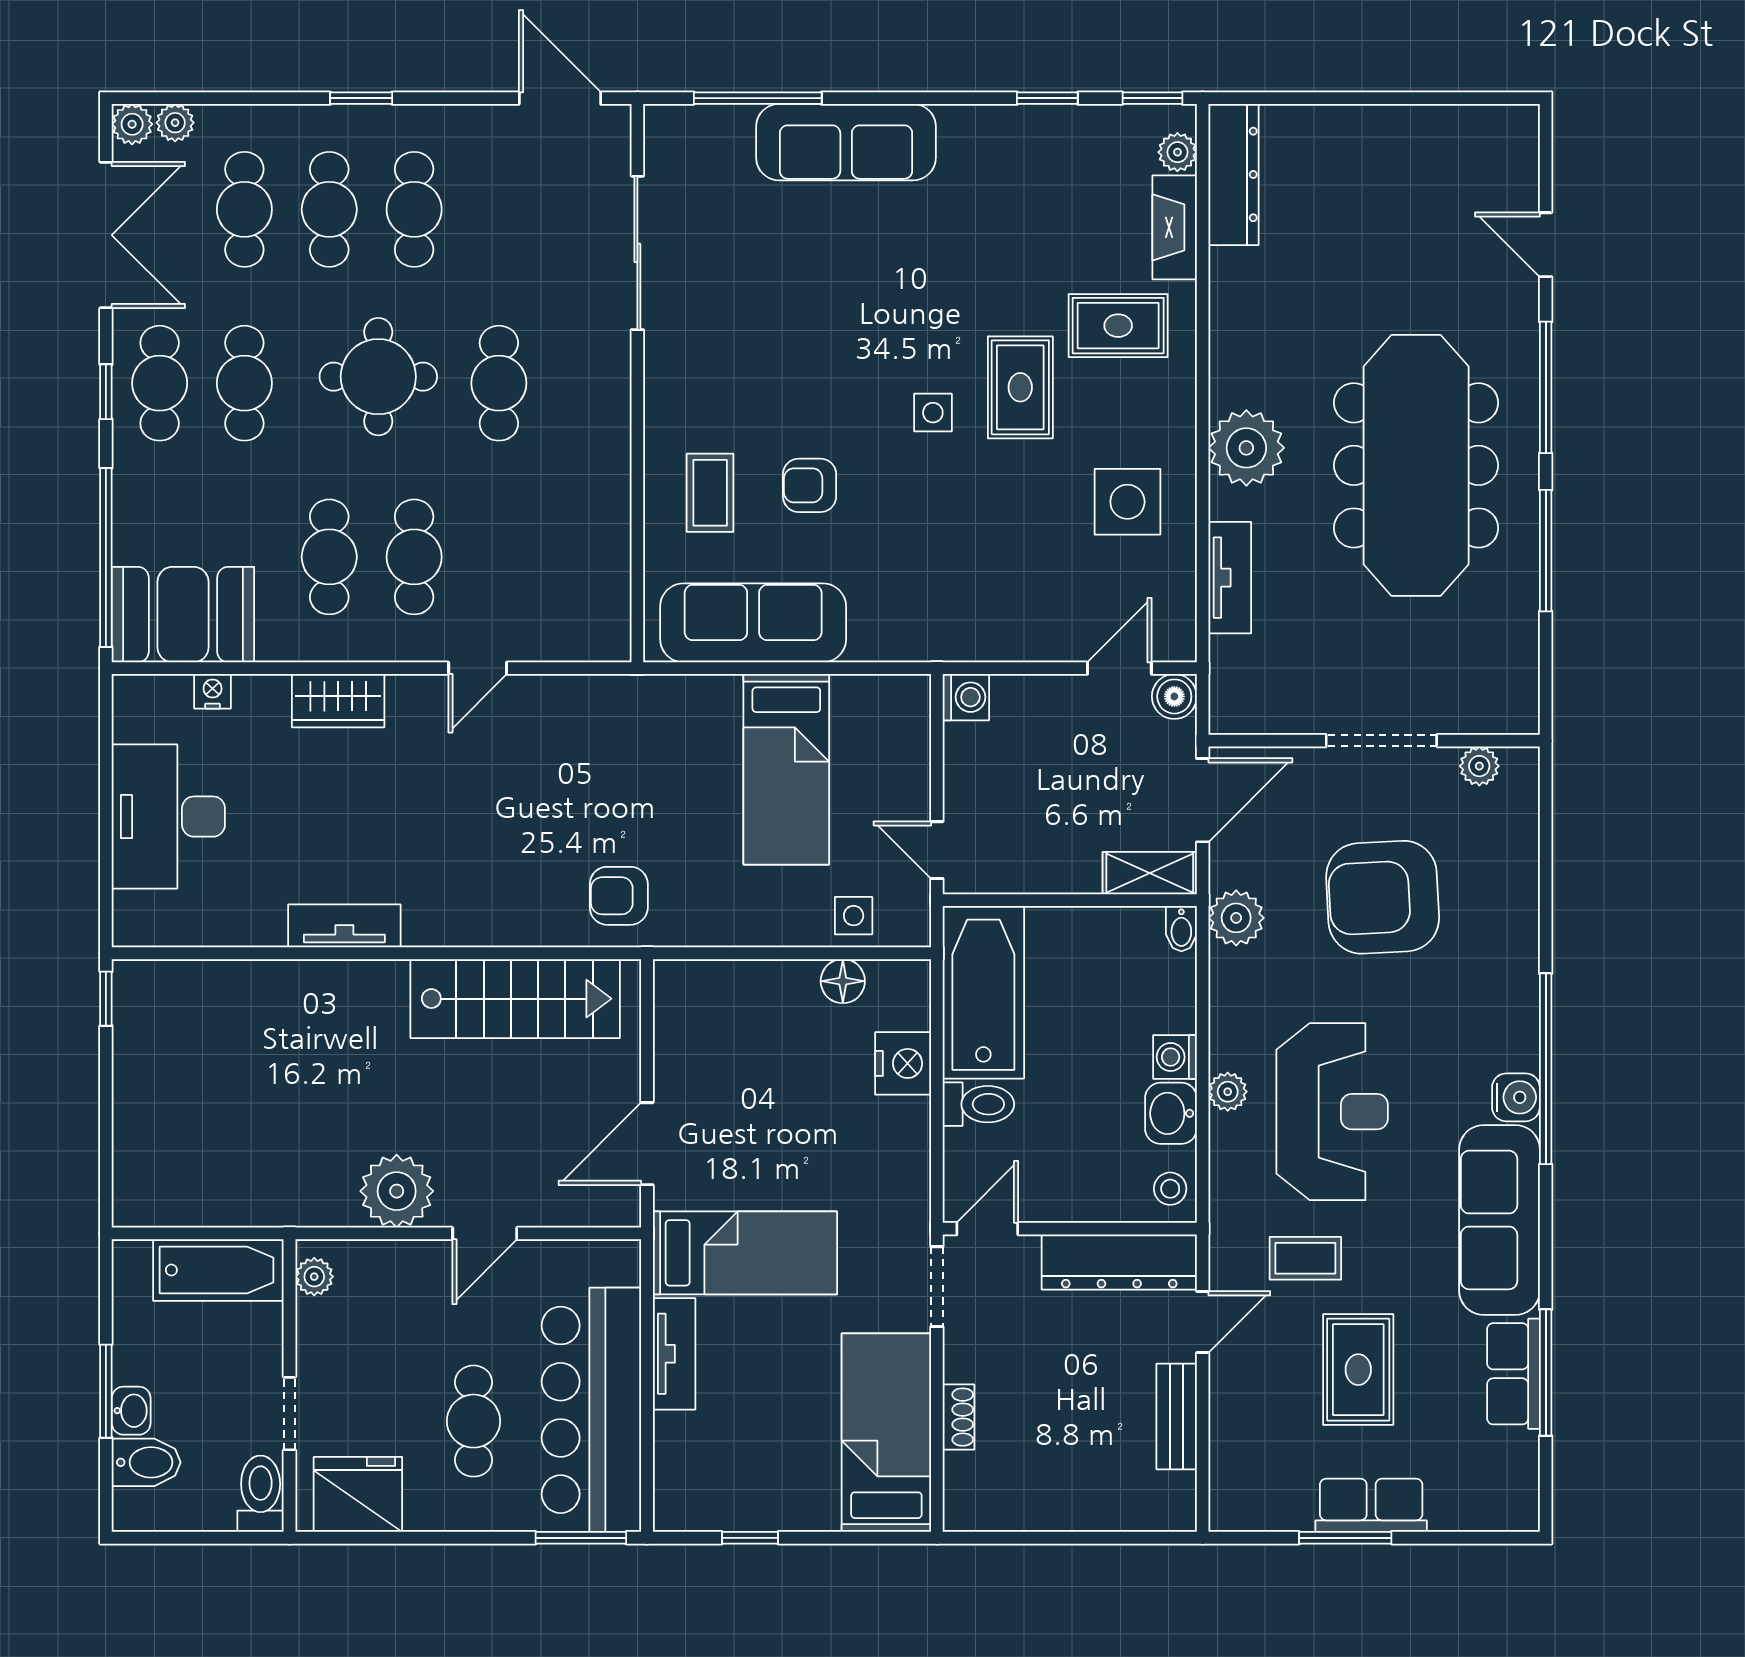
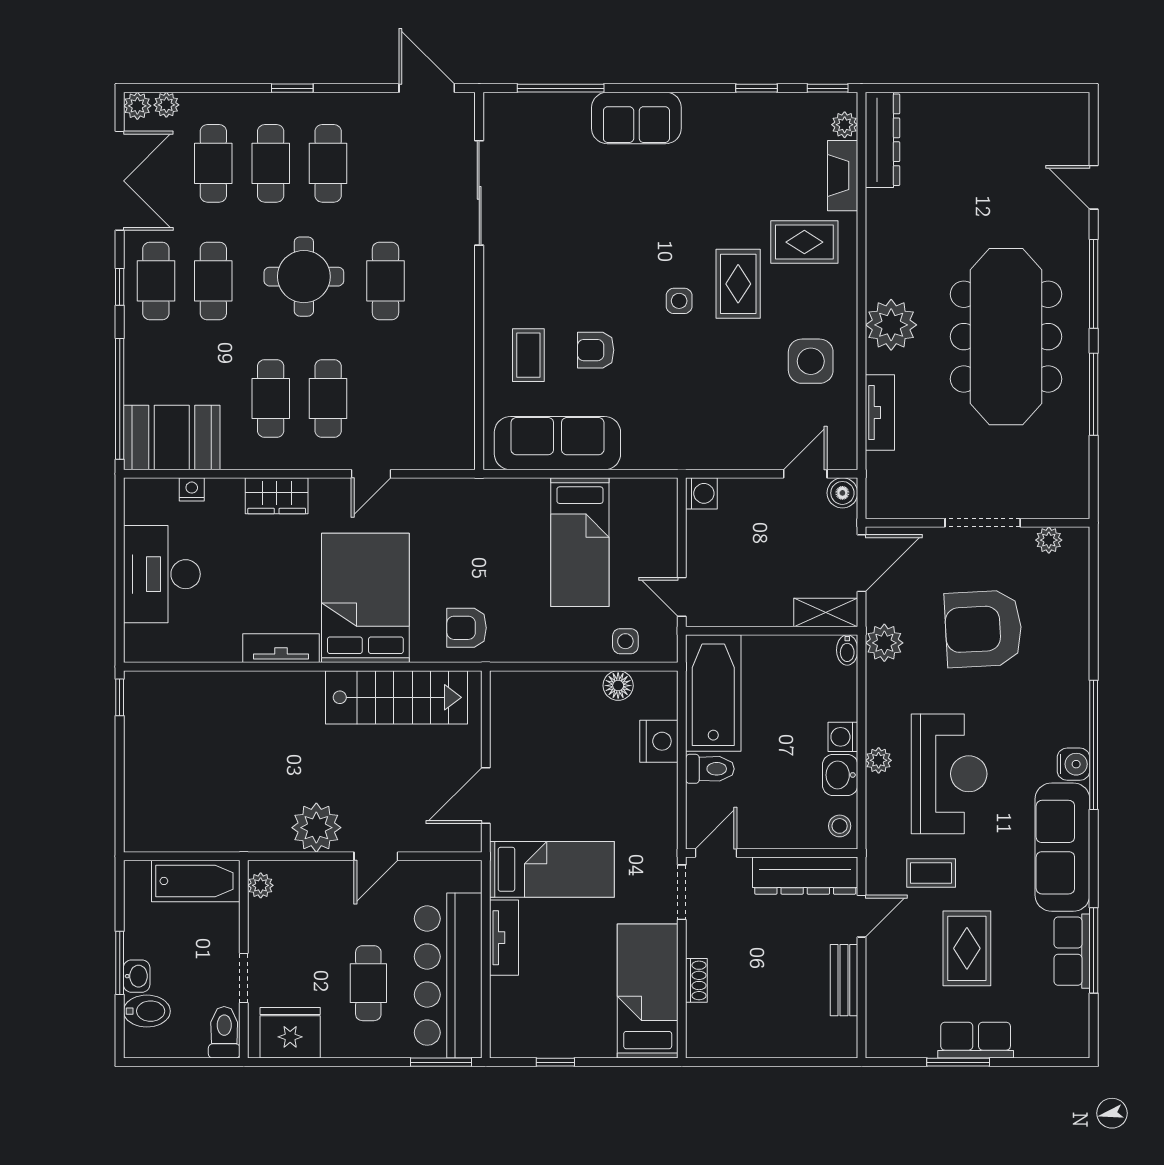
sofa: (846, 142) -> (636, 118), width x0.73
bed: (469, 852) -> (365, 598), added

